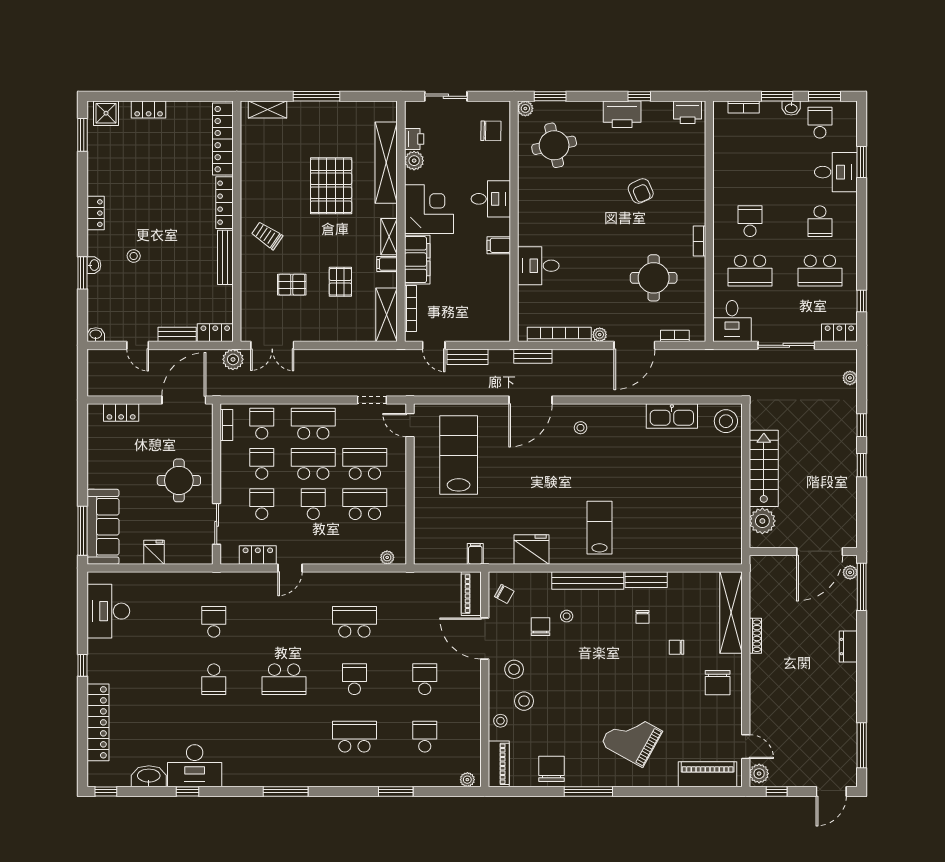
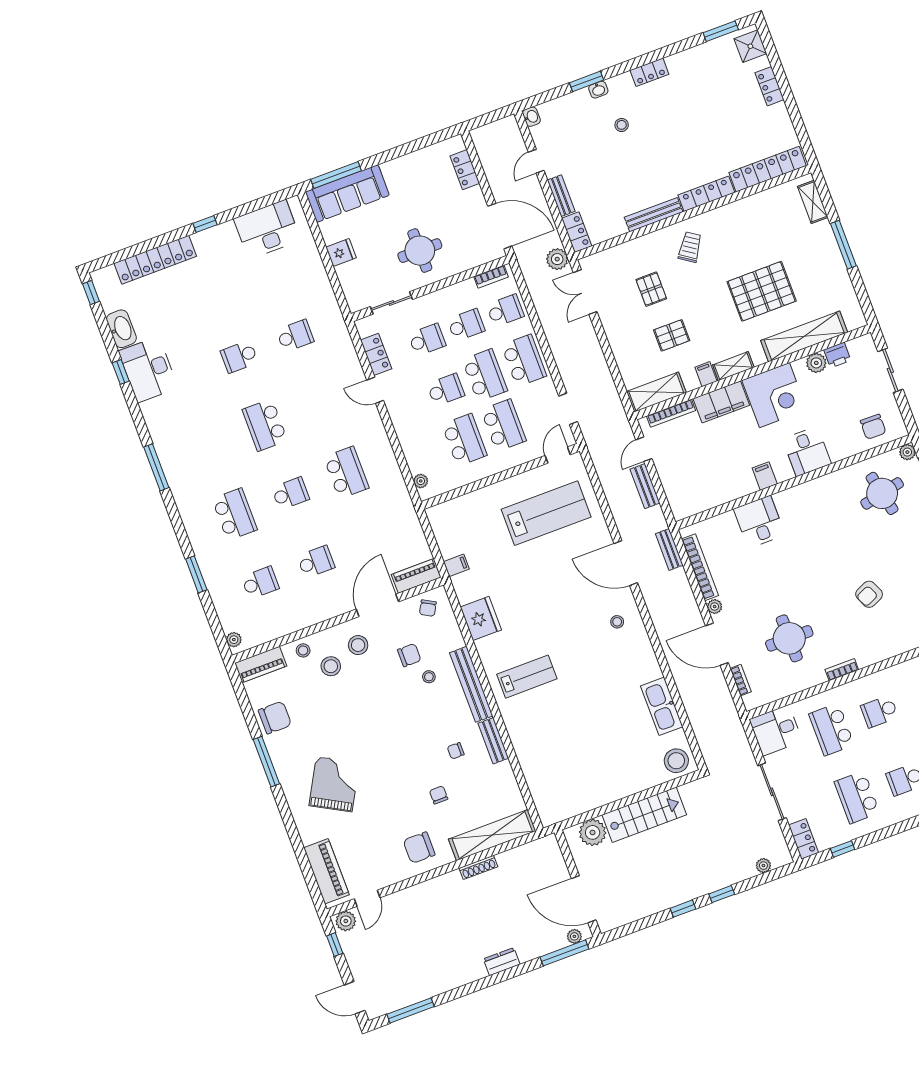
school desk: (750, 221) -> (879, 712), turned 180

